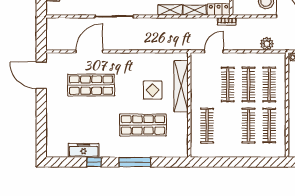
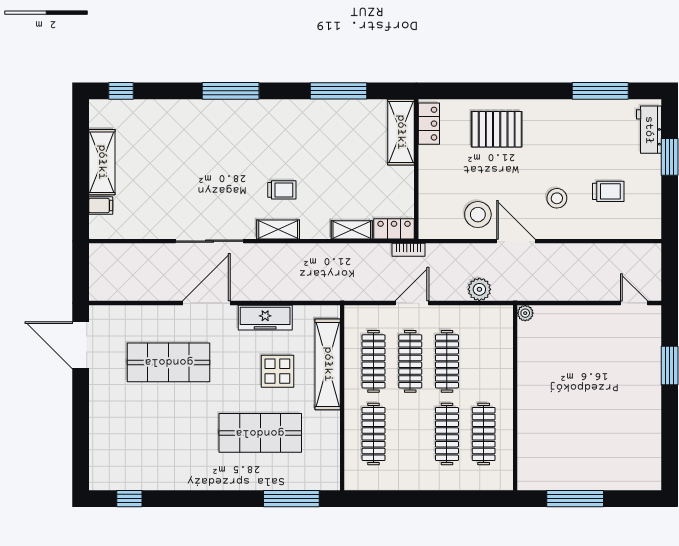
shelving: (170, 10) -> (278, 230), moved
door: (89, 51) -> (206, 303), moved
door: (214, 51) -> (412, 303), moved
clothes rail: (269, 84) -> (374, 361), moved
freezer: (84, 150) -> (265, 318), moved, turned 180
window: (94, 162) -> (129, 499), moved
window: (135, 162) -> (291, 499), moved

